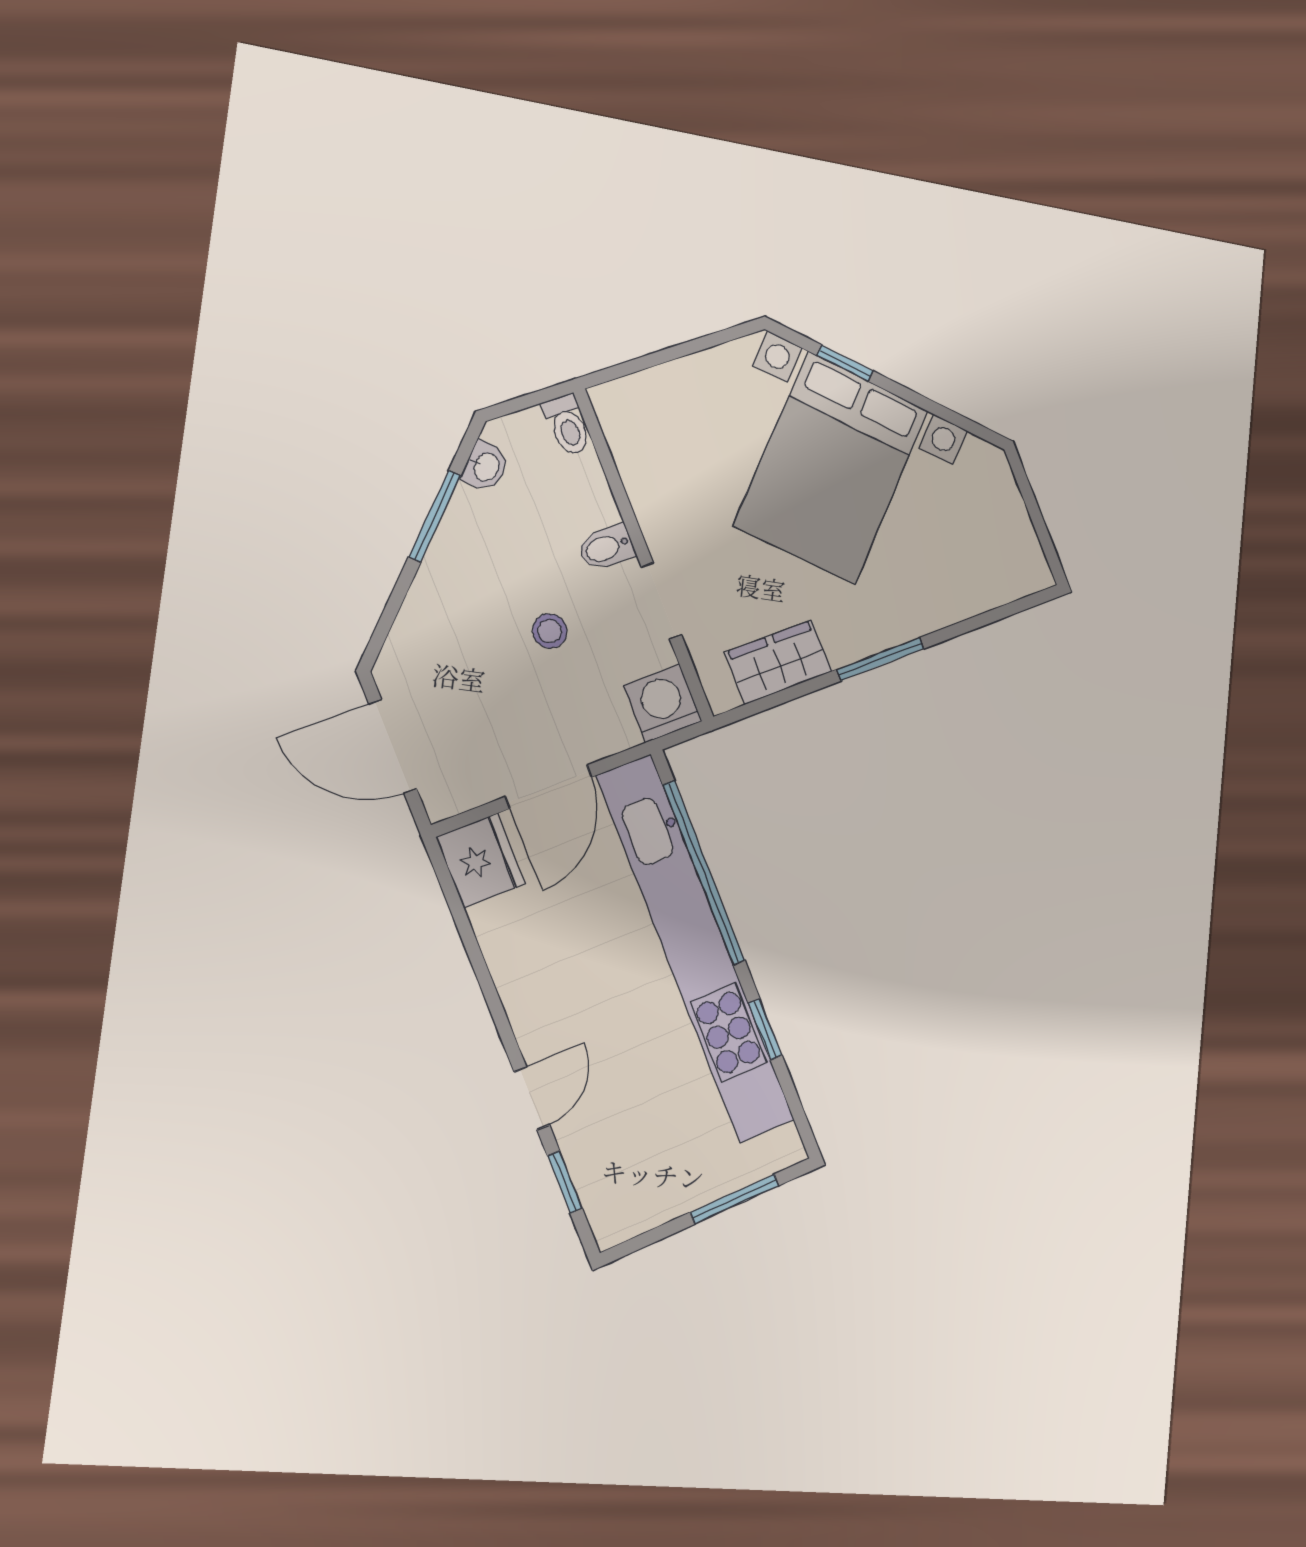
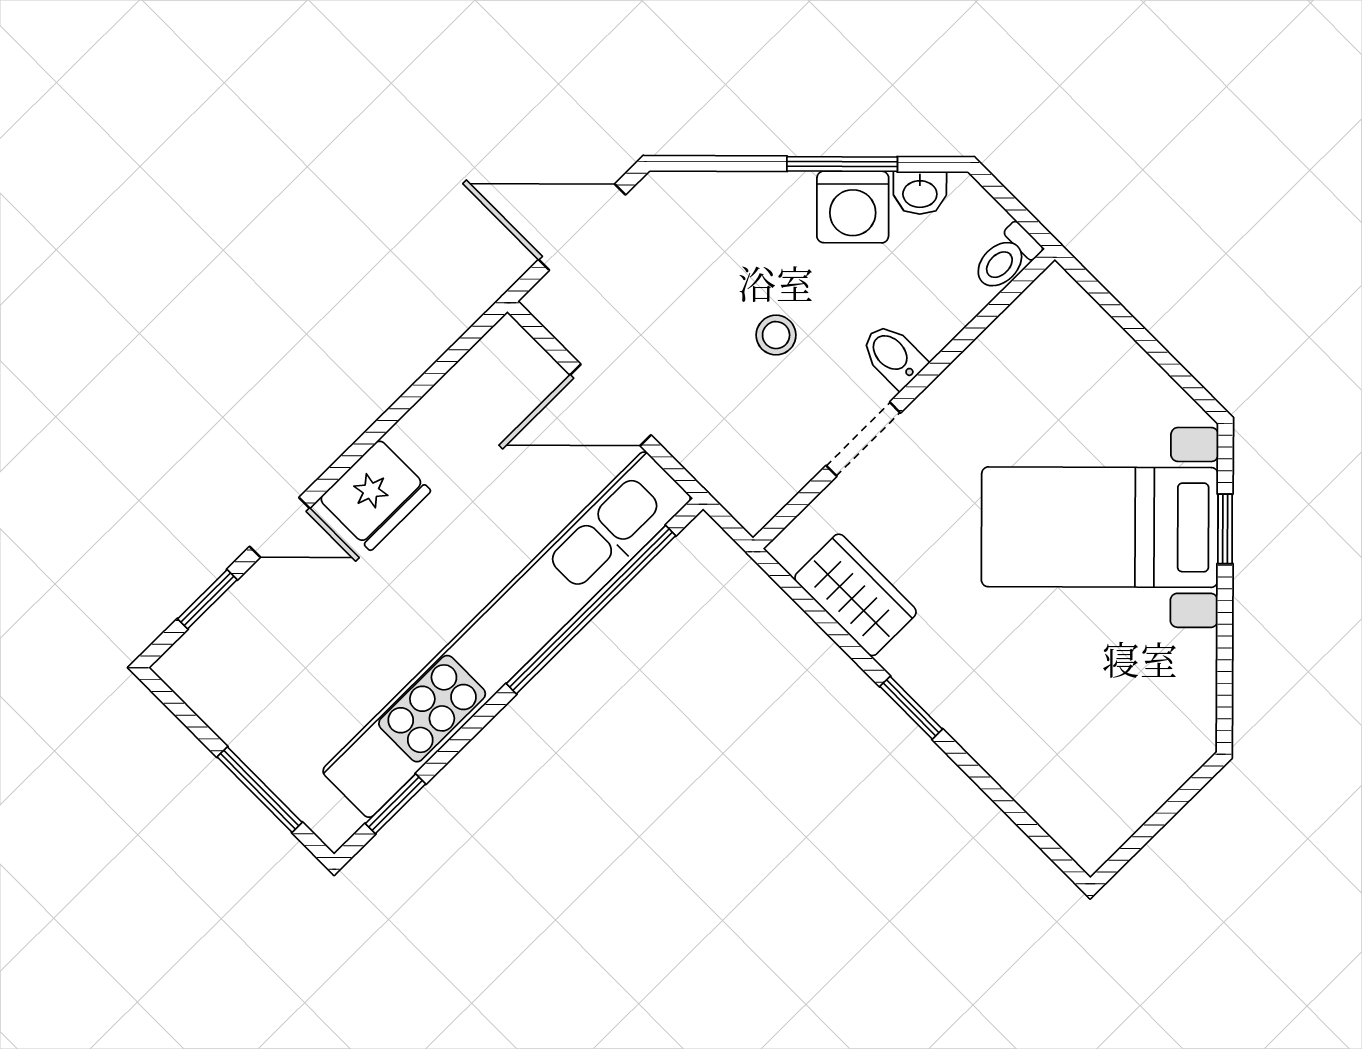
bed with nightstands: (832, 468) -> (1100, 527), width x0.73
window: (880, 659) -> (911, 708), width x0.67
washing machine: (663, 703) -> (853, 207), moved, turned 135
door: (393, 746) -> (582, 227), hinge flipped
fridge: (481, 860) -> (375, 495), moved
window: (765, 1029) -> (395, 804), moved

